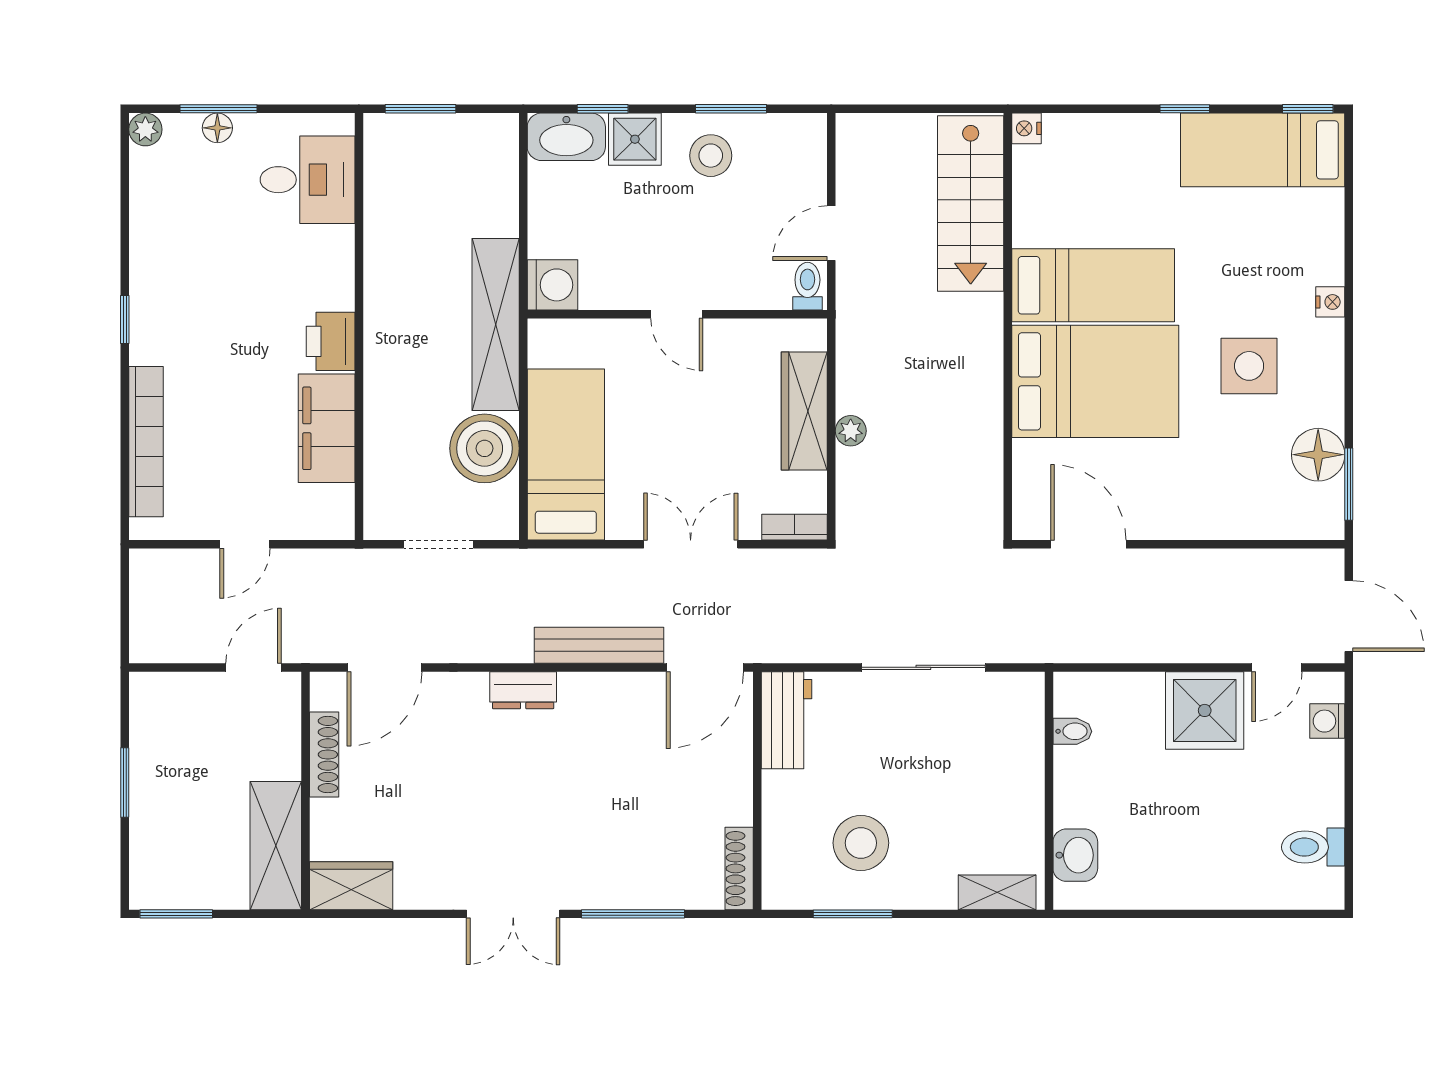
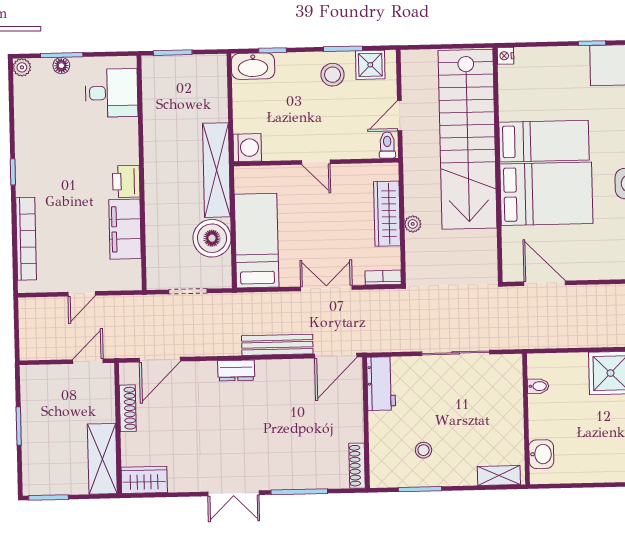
shower: (635, 139) -> (370, 65), moved
stairs: (971, 204) -> (467, 139), width x1.86, depth x1.51
stool: (861, 843) -> (423, 450), width x0.53, depth x0.53

